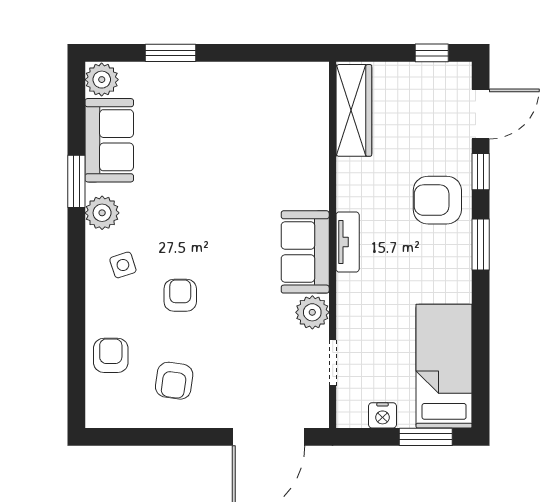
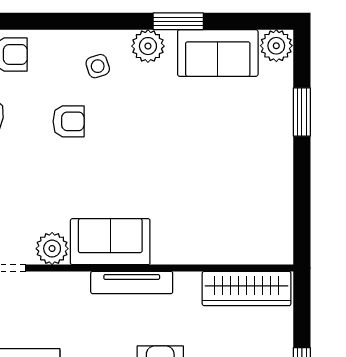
tv unit: (348, 242) -> (132, 283), width x1.41

